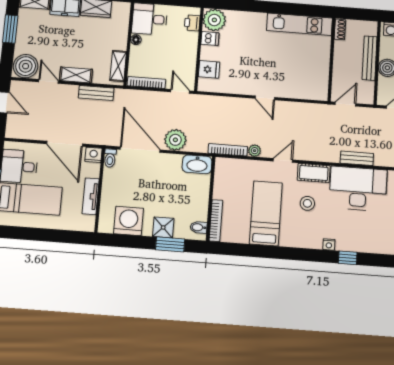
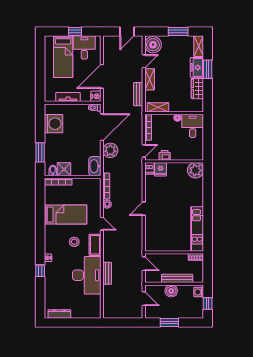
printer: (192, 23) -> (165, 155), moved
dishwasher: (210, 39) -> (149, 168), moved
shower: (163, 227) -> (64, 169), moved

